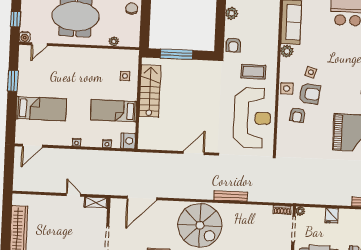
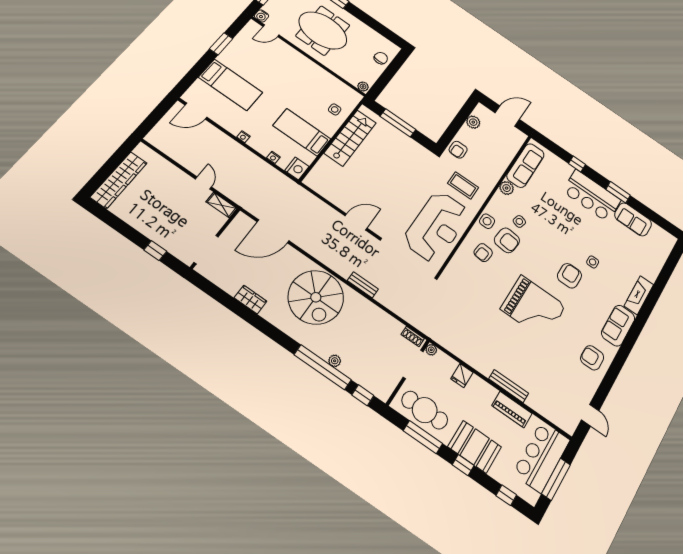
plant: (114, 41) -> (363, 86), moved
bench: (231, 196) -> (363, 285), width x0.73

